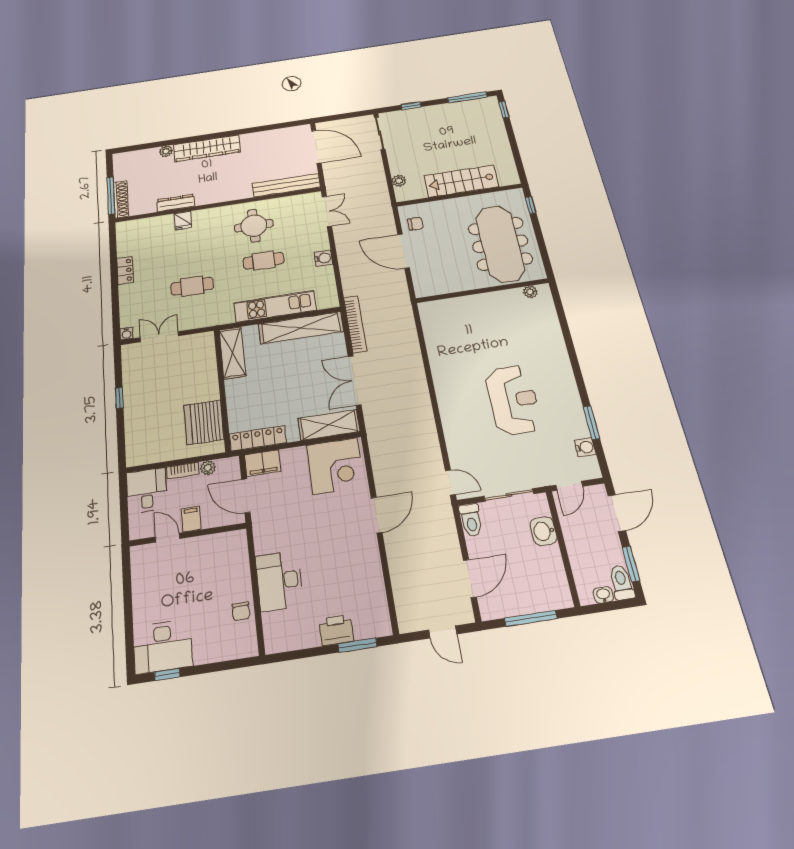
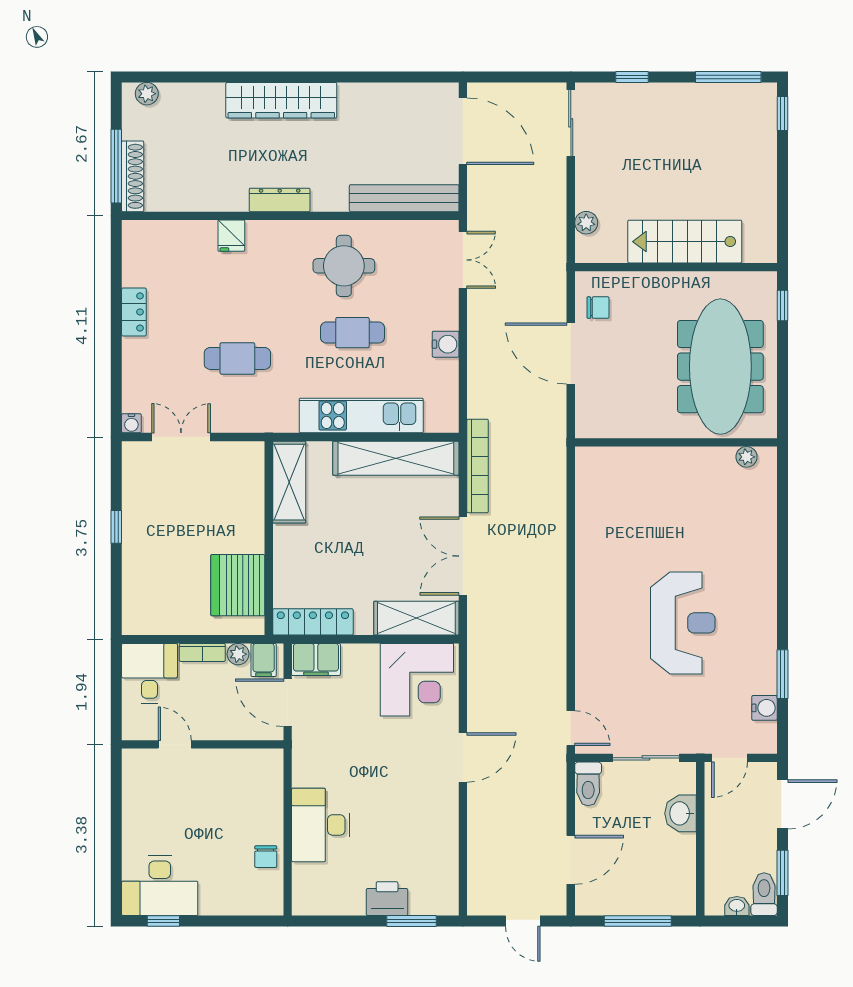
plant: (166, 151) -> (147, 94), moved
dresser: (176, 203) -> (280, 200), moved
filing cabinet: (191, 519) -> (264, 660), moved, turned 180

